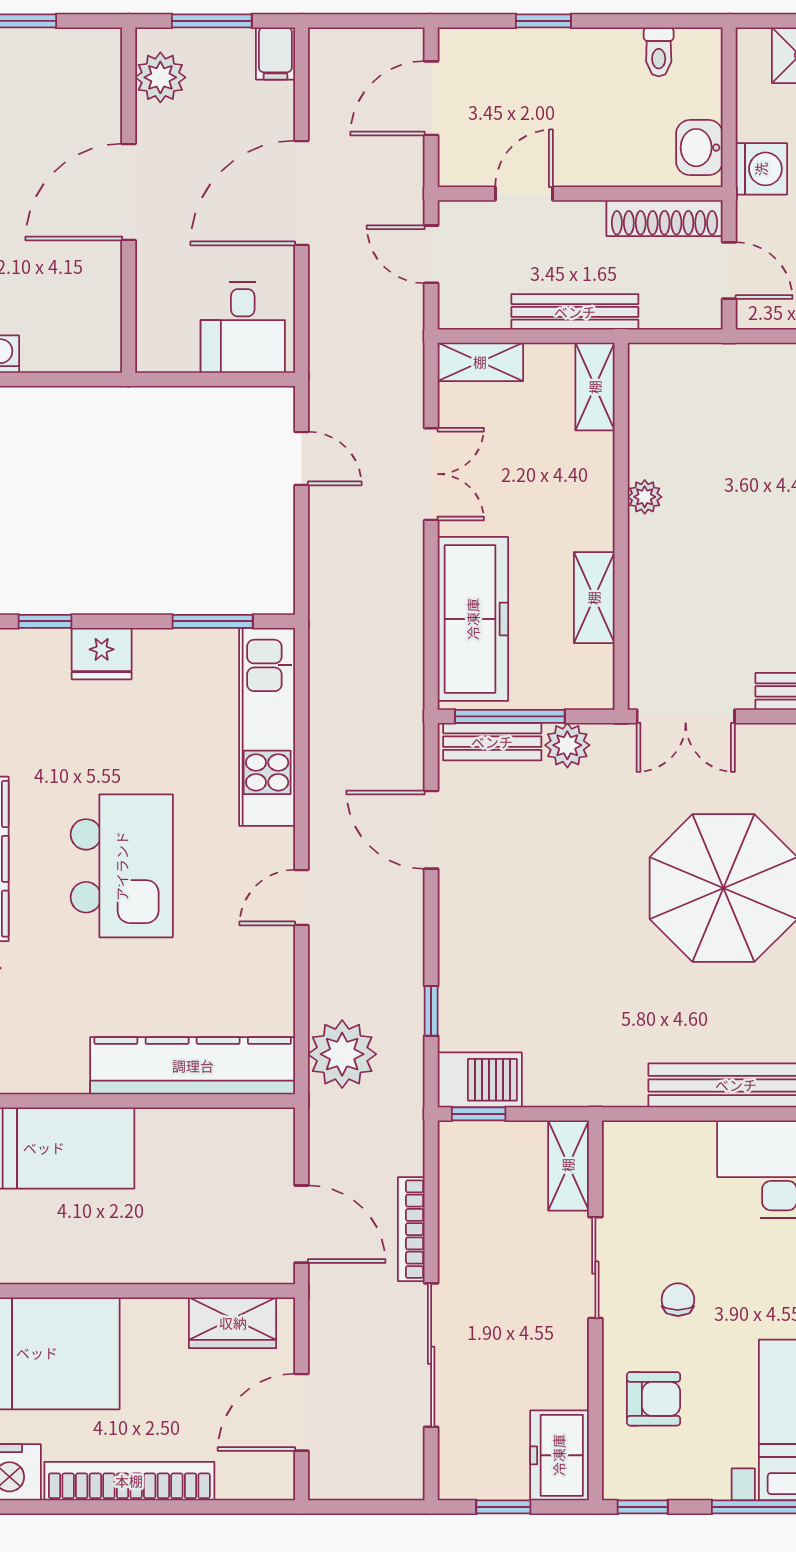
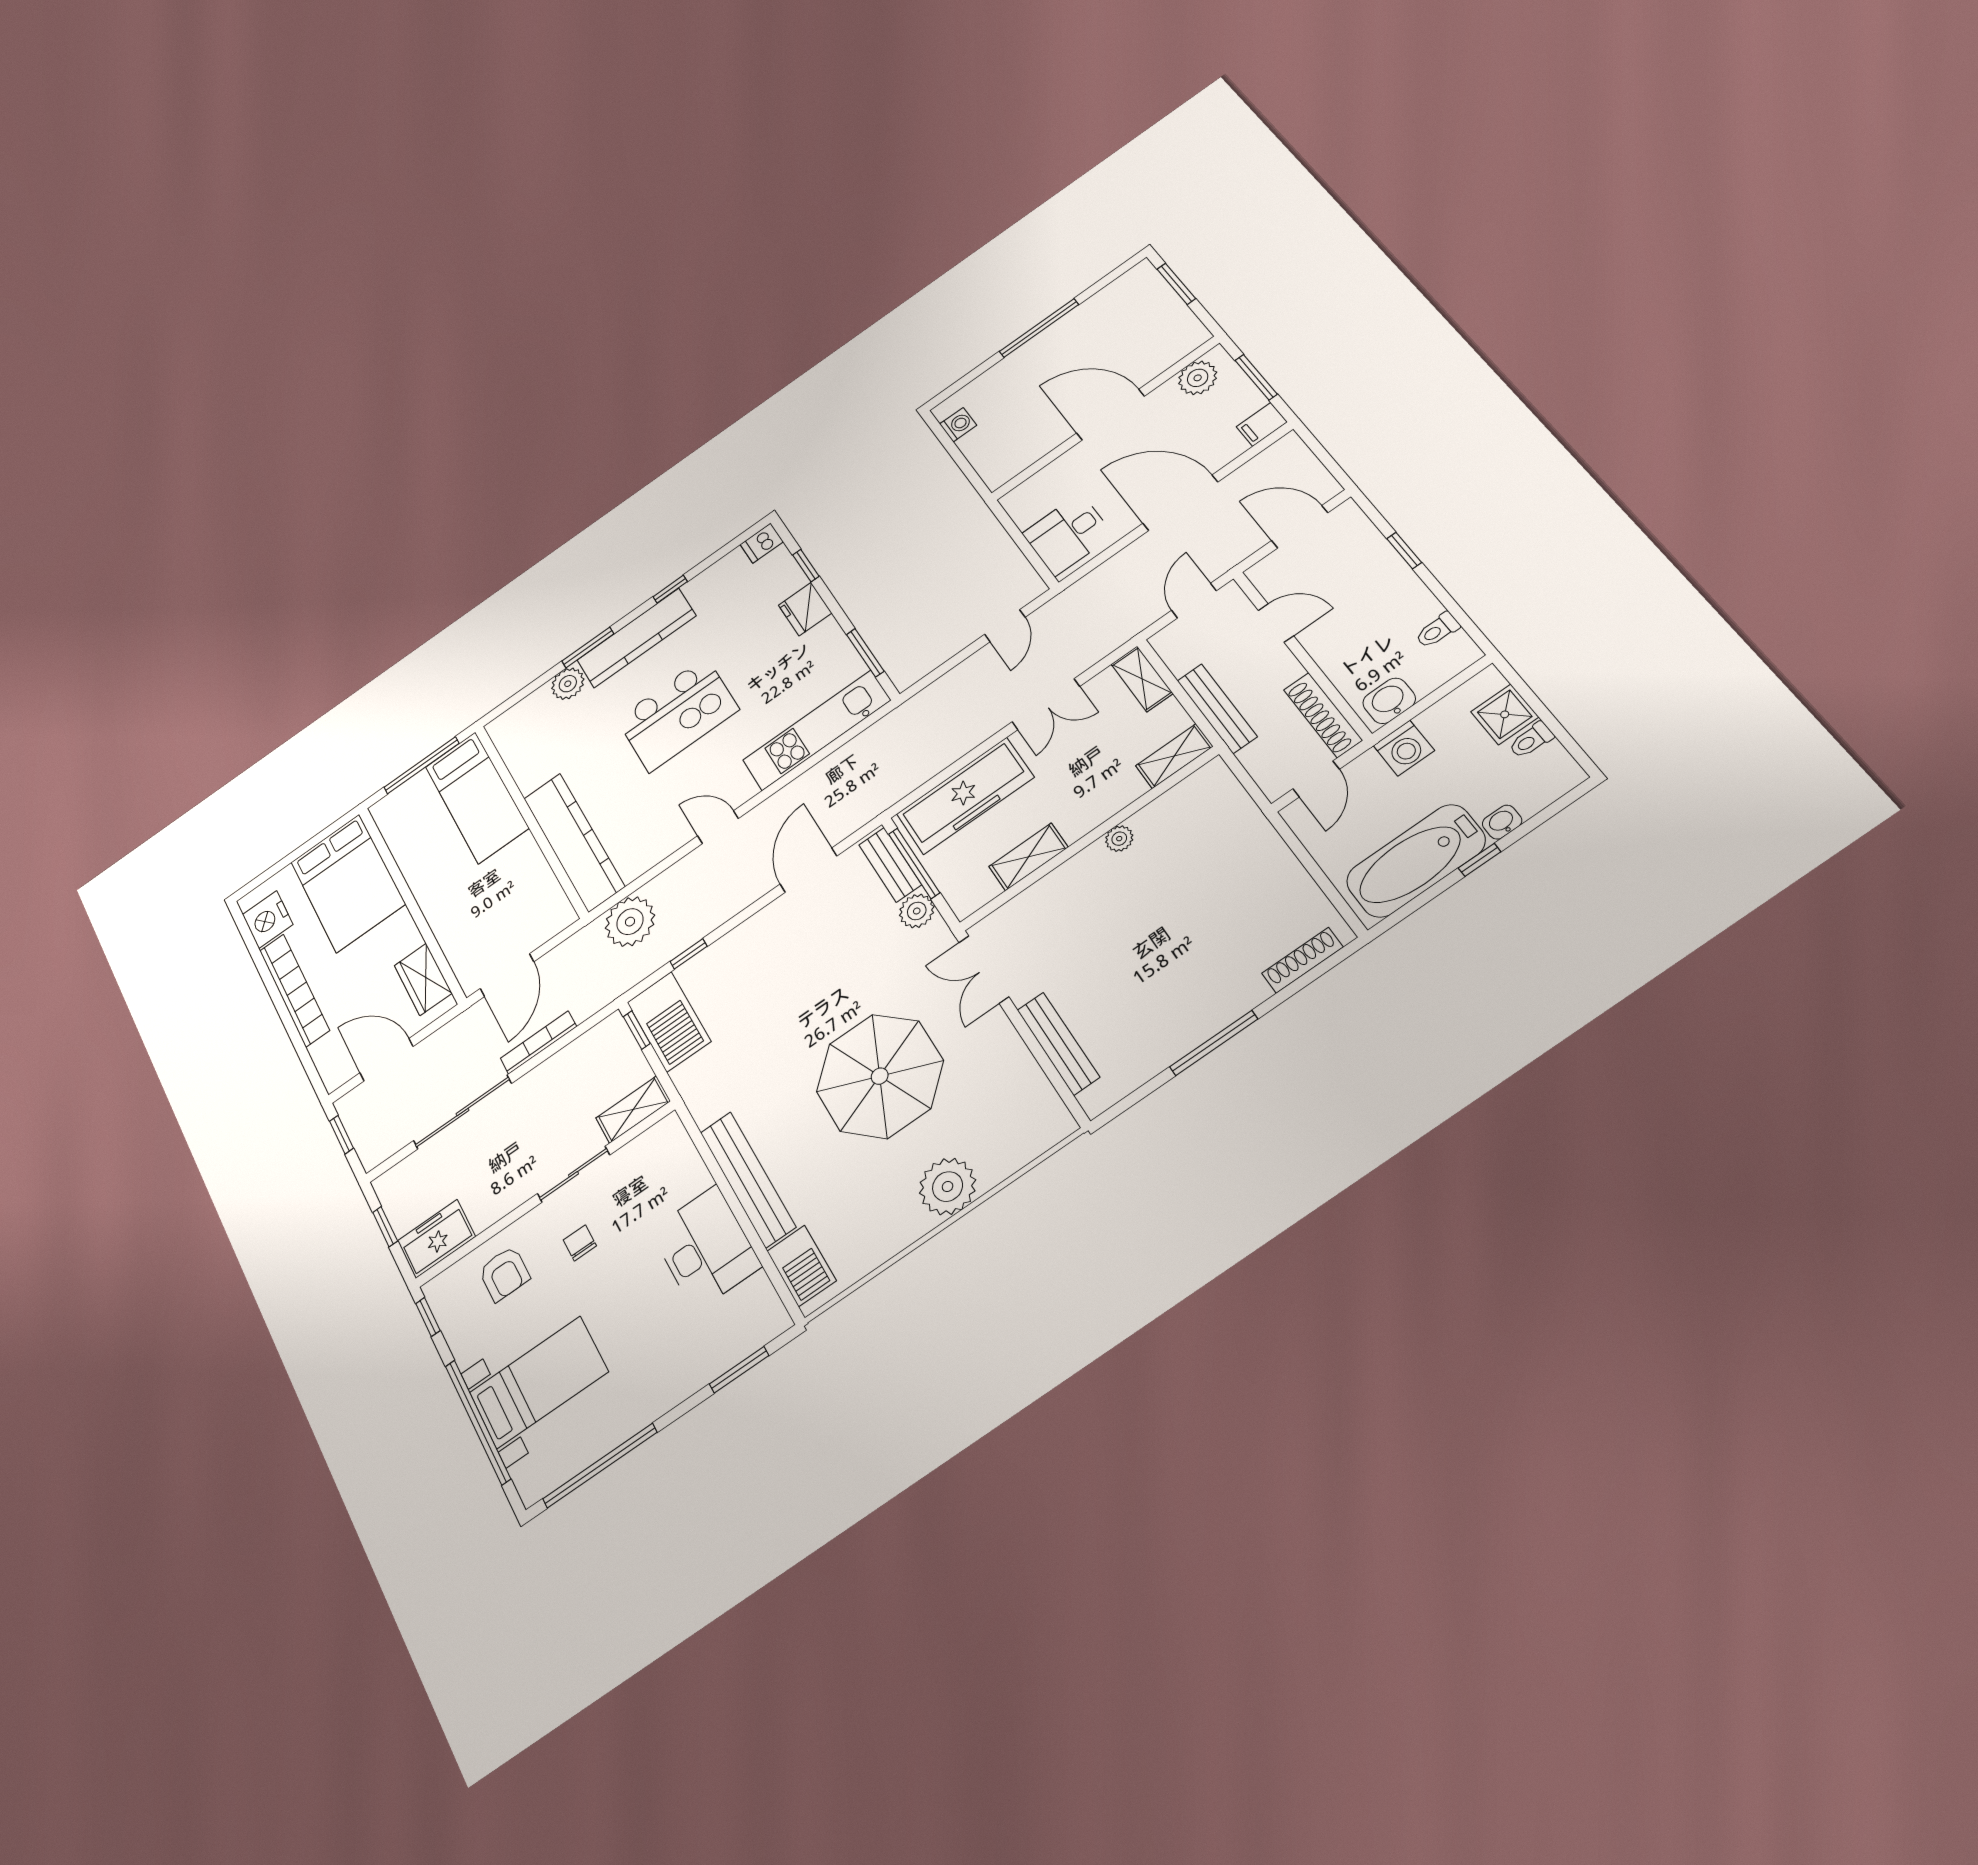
barbecue: (480, 1080) -> (669, 1022), width x1.37, depth x1.21
chair: (678, 1300) -> (580, 1243), turned -90
window: (355, 1507) -> (341, 1135), added

